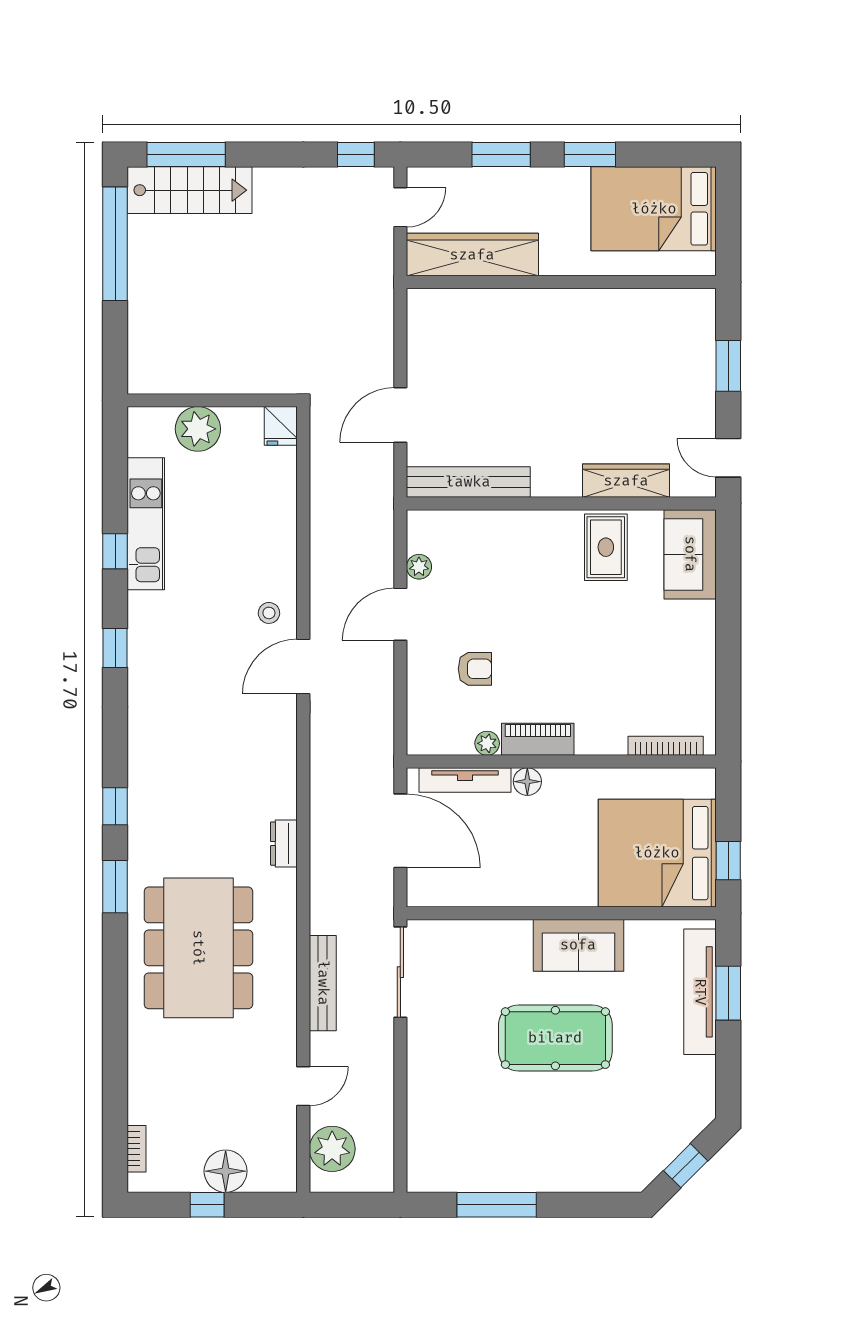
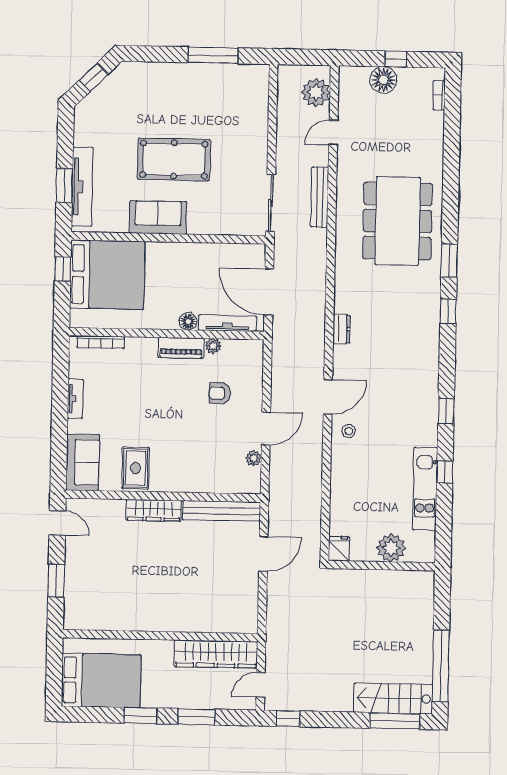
wardrobe: (626, 481) -> (154, 510), moved
tv unit: (704, 655) -> (75, 399), added
dresser: (284, 844) -> (341, 329), moved

